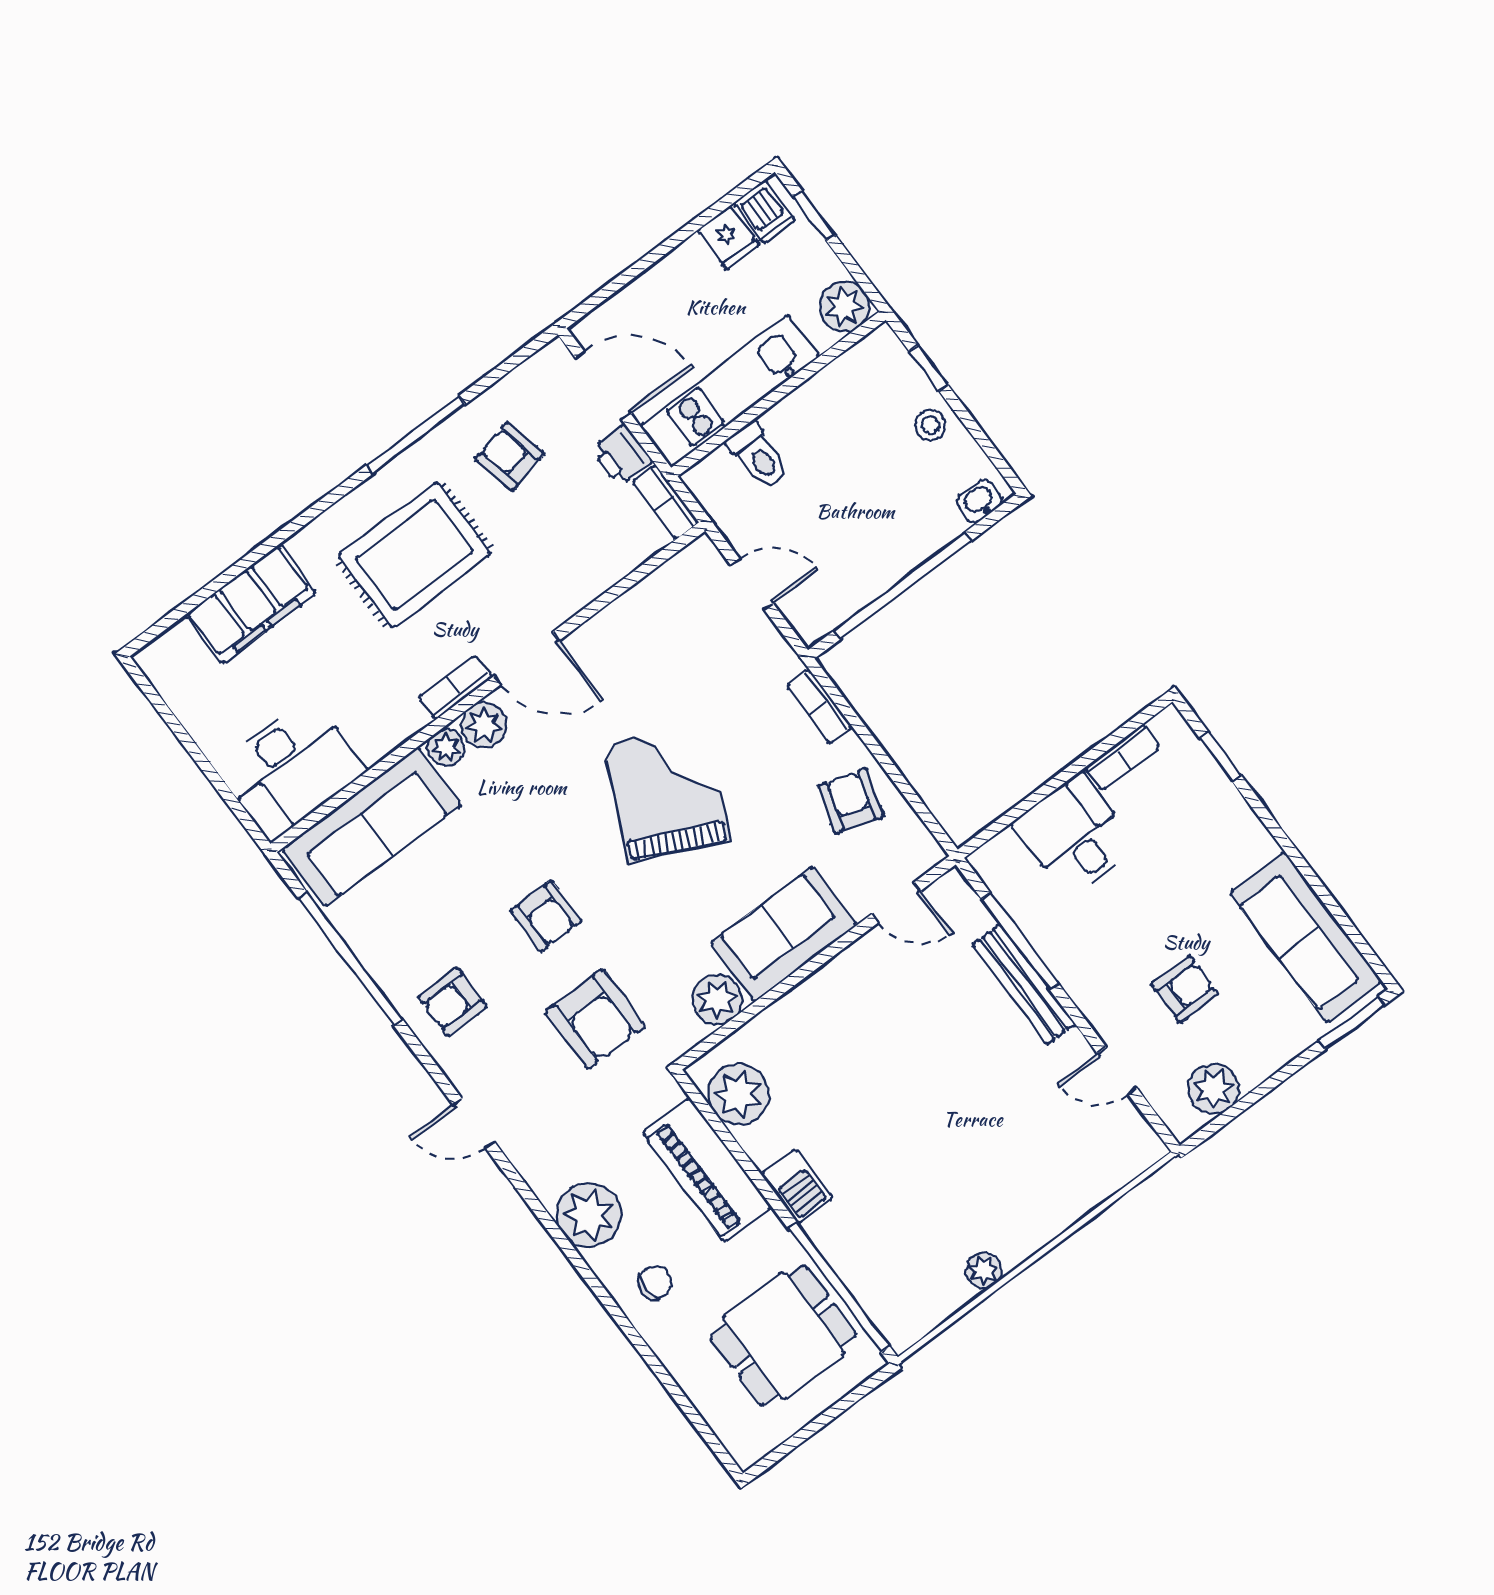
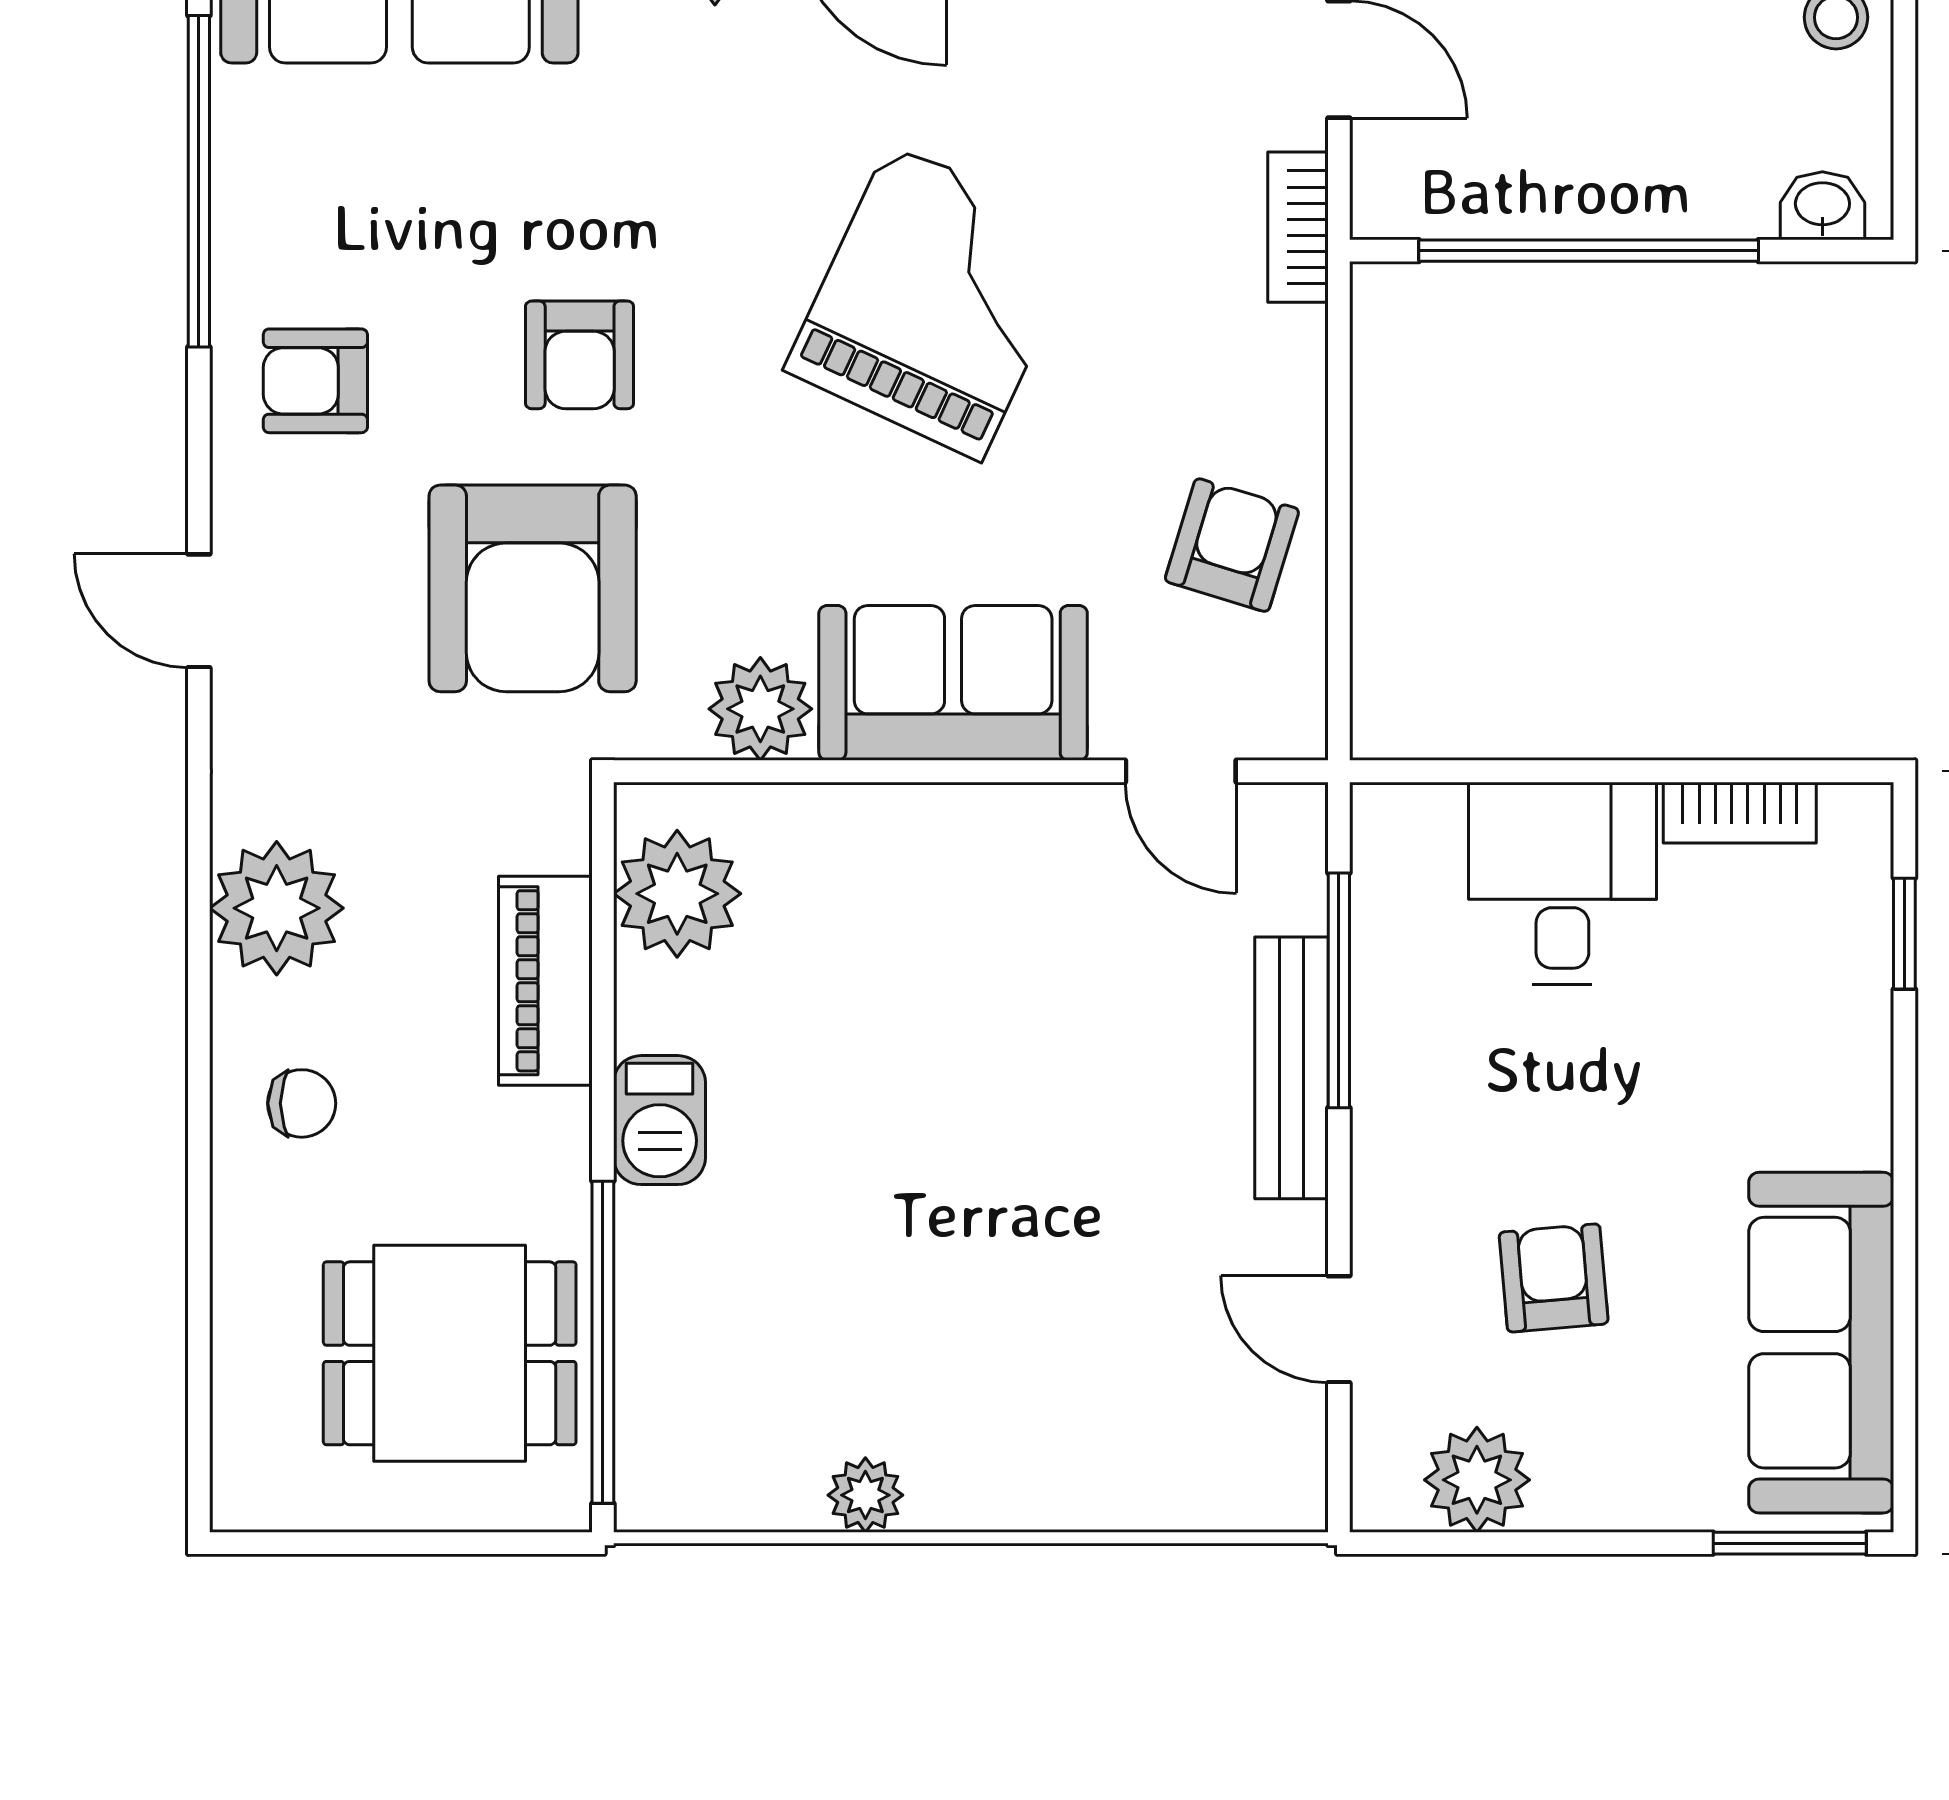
bookcase: (819, 706) -> (1298, 227), moved
armchair: (1185, 989) -> (1554, 1278), turned -95
armchair: (595, 1019) -> (533, 588), width x1.36, depth x1.36
piano: (707, 1170) -> (545, 981), width x0.73, depth x0.75

